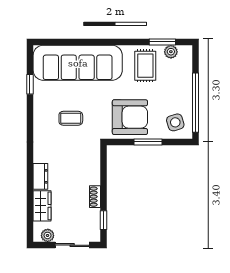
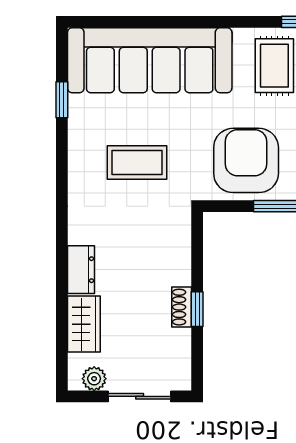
armchair: (130, 117) -> (246, 160), turned -90
coffee table: (71, 118) -> (137, 163), width x1.36, depth x1.30
window: (103, 220) -> (197, 309), moved

